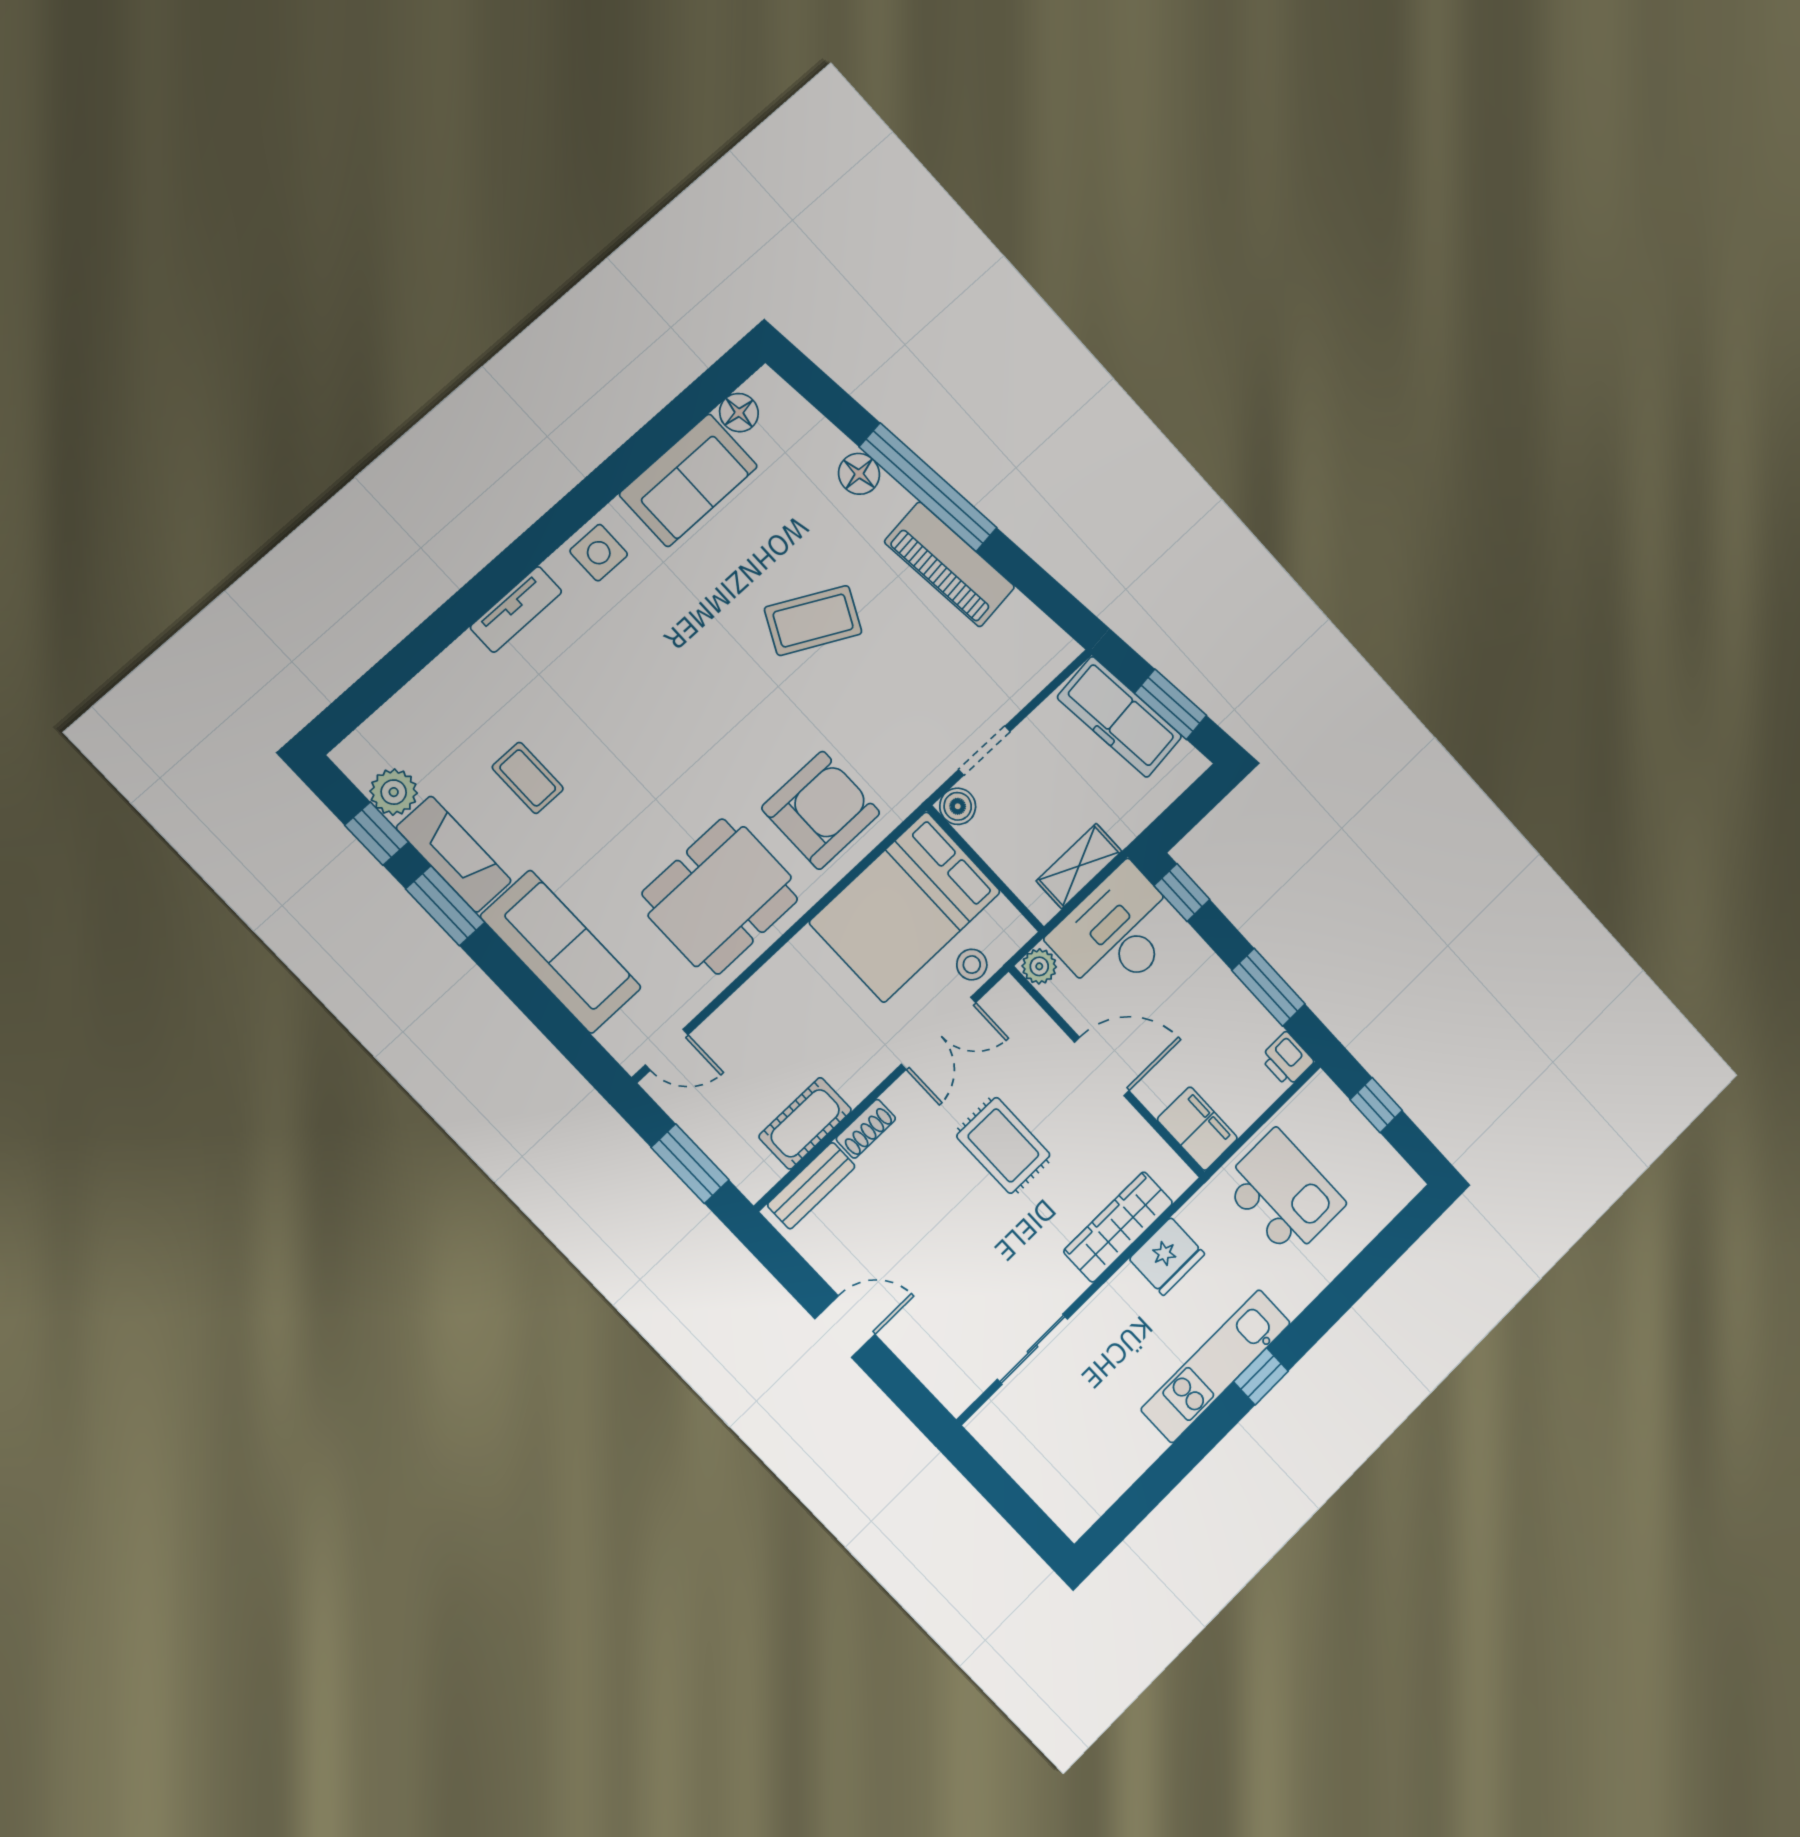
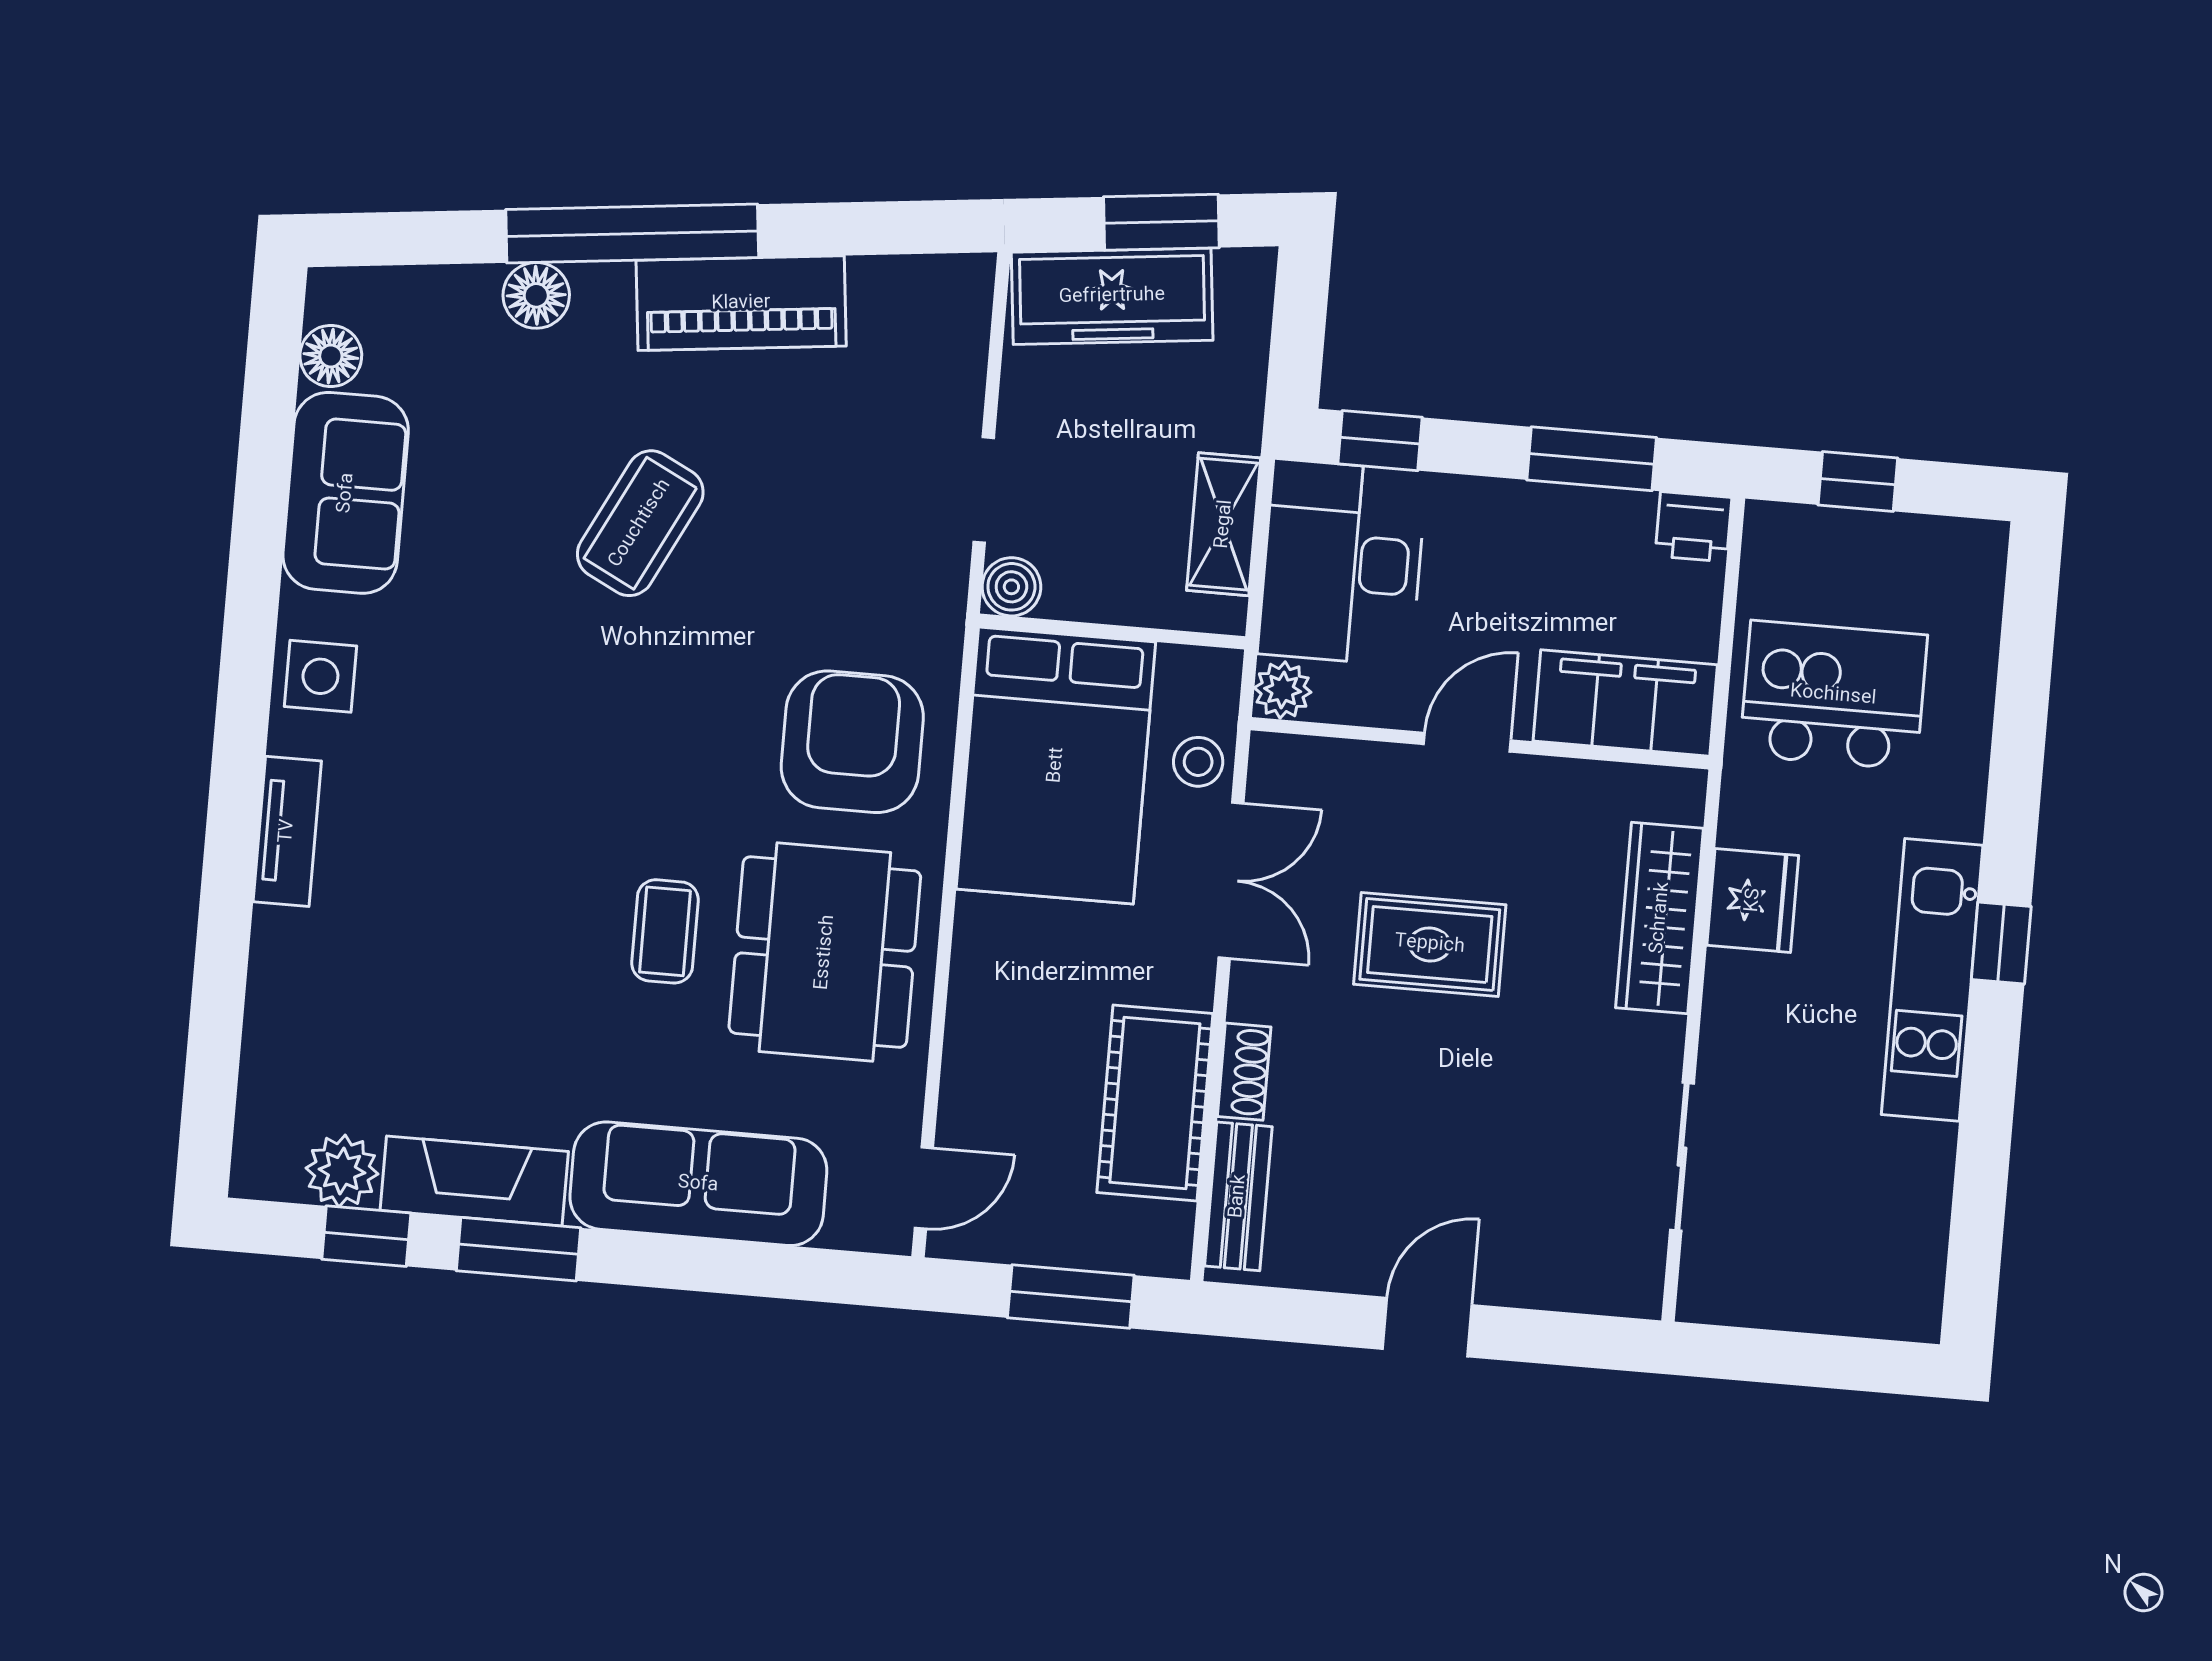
coffee table: (528, 778) -> (665, 931), moved, turned 90
door: (1102, 1066) -> (1467, 742), width x0.73
cot: (805, 1123) -> (1155, 1103), width x1.37, depth x1.34
filing cabinet: (1197, 1129) -> (1625, 703), width x1.50, depth x1.17

